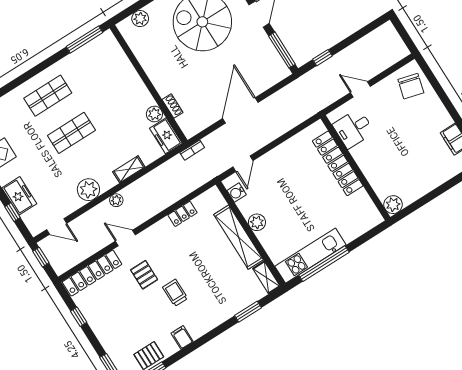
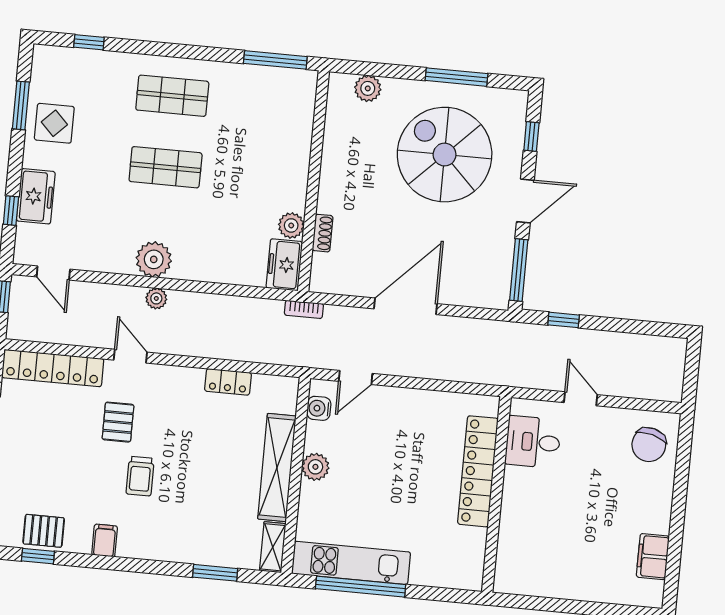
shelving: (129, 169) -> (203, 271), removed
plant: (88, 190) -> (154, 259), moved
plant: (393, 205) -> (508, 579), removed
trolley: (175, 293) -> (140, 476), turned 180

